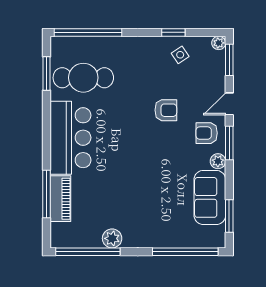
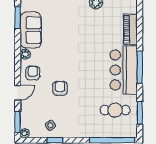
cafe table: (83, 78) -> (115, 110), width x0.73, depth x0.74
armchair: (166, 110) -> (60, 88), turned 90
armchair: (207, 133) -> (33, 73), turned -90
window: (229, 143) -> (18, 66), removed
window: (47, 194) -> (140, 67), moved

